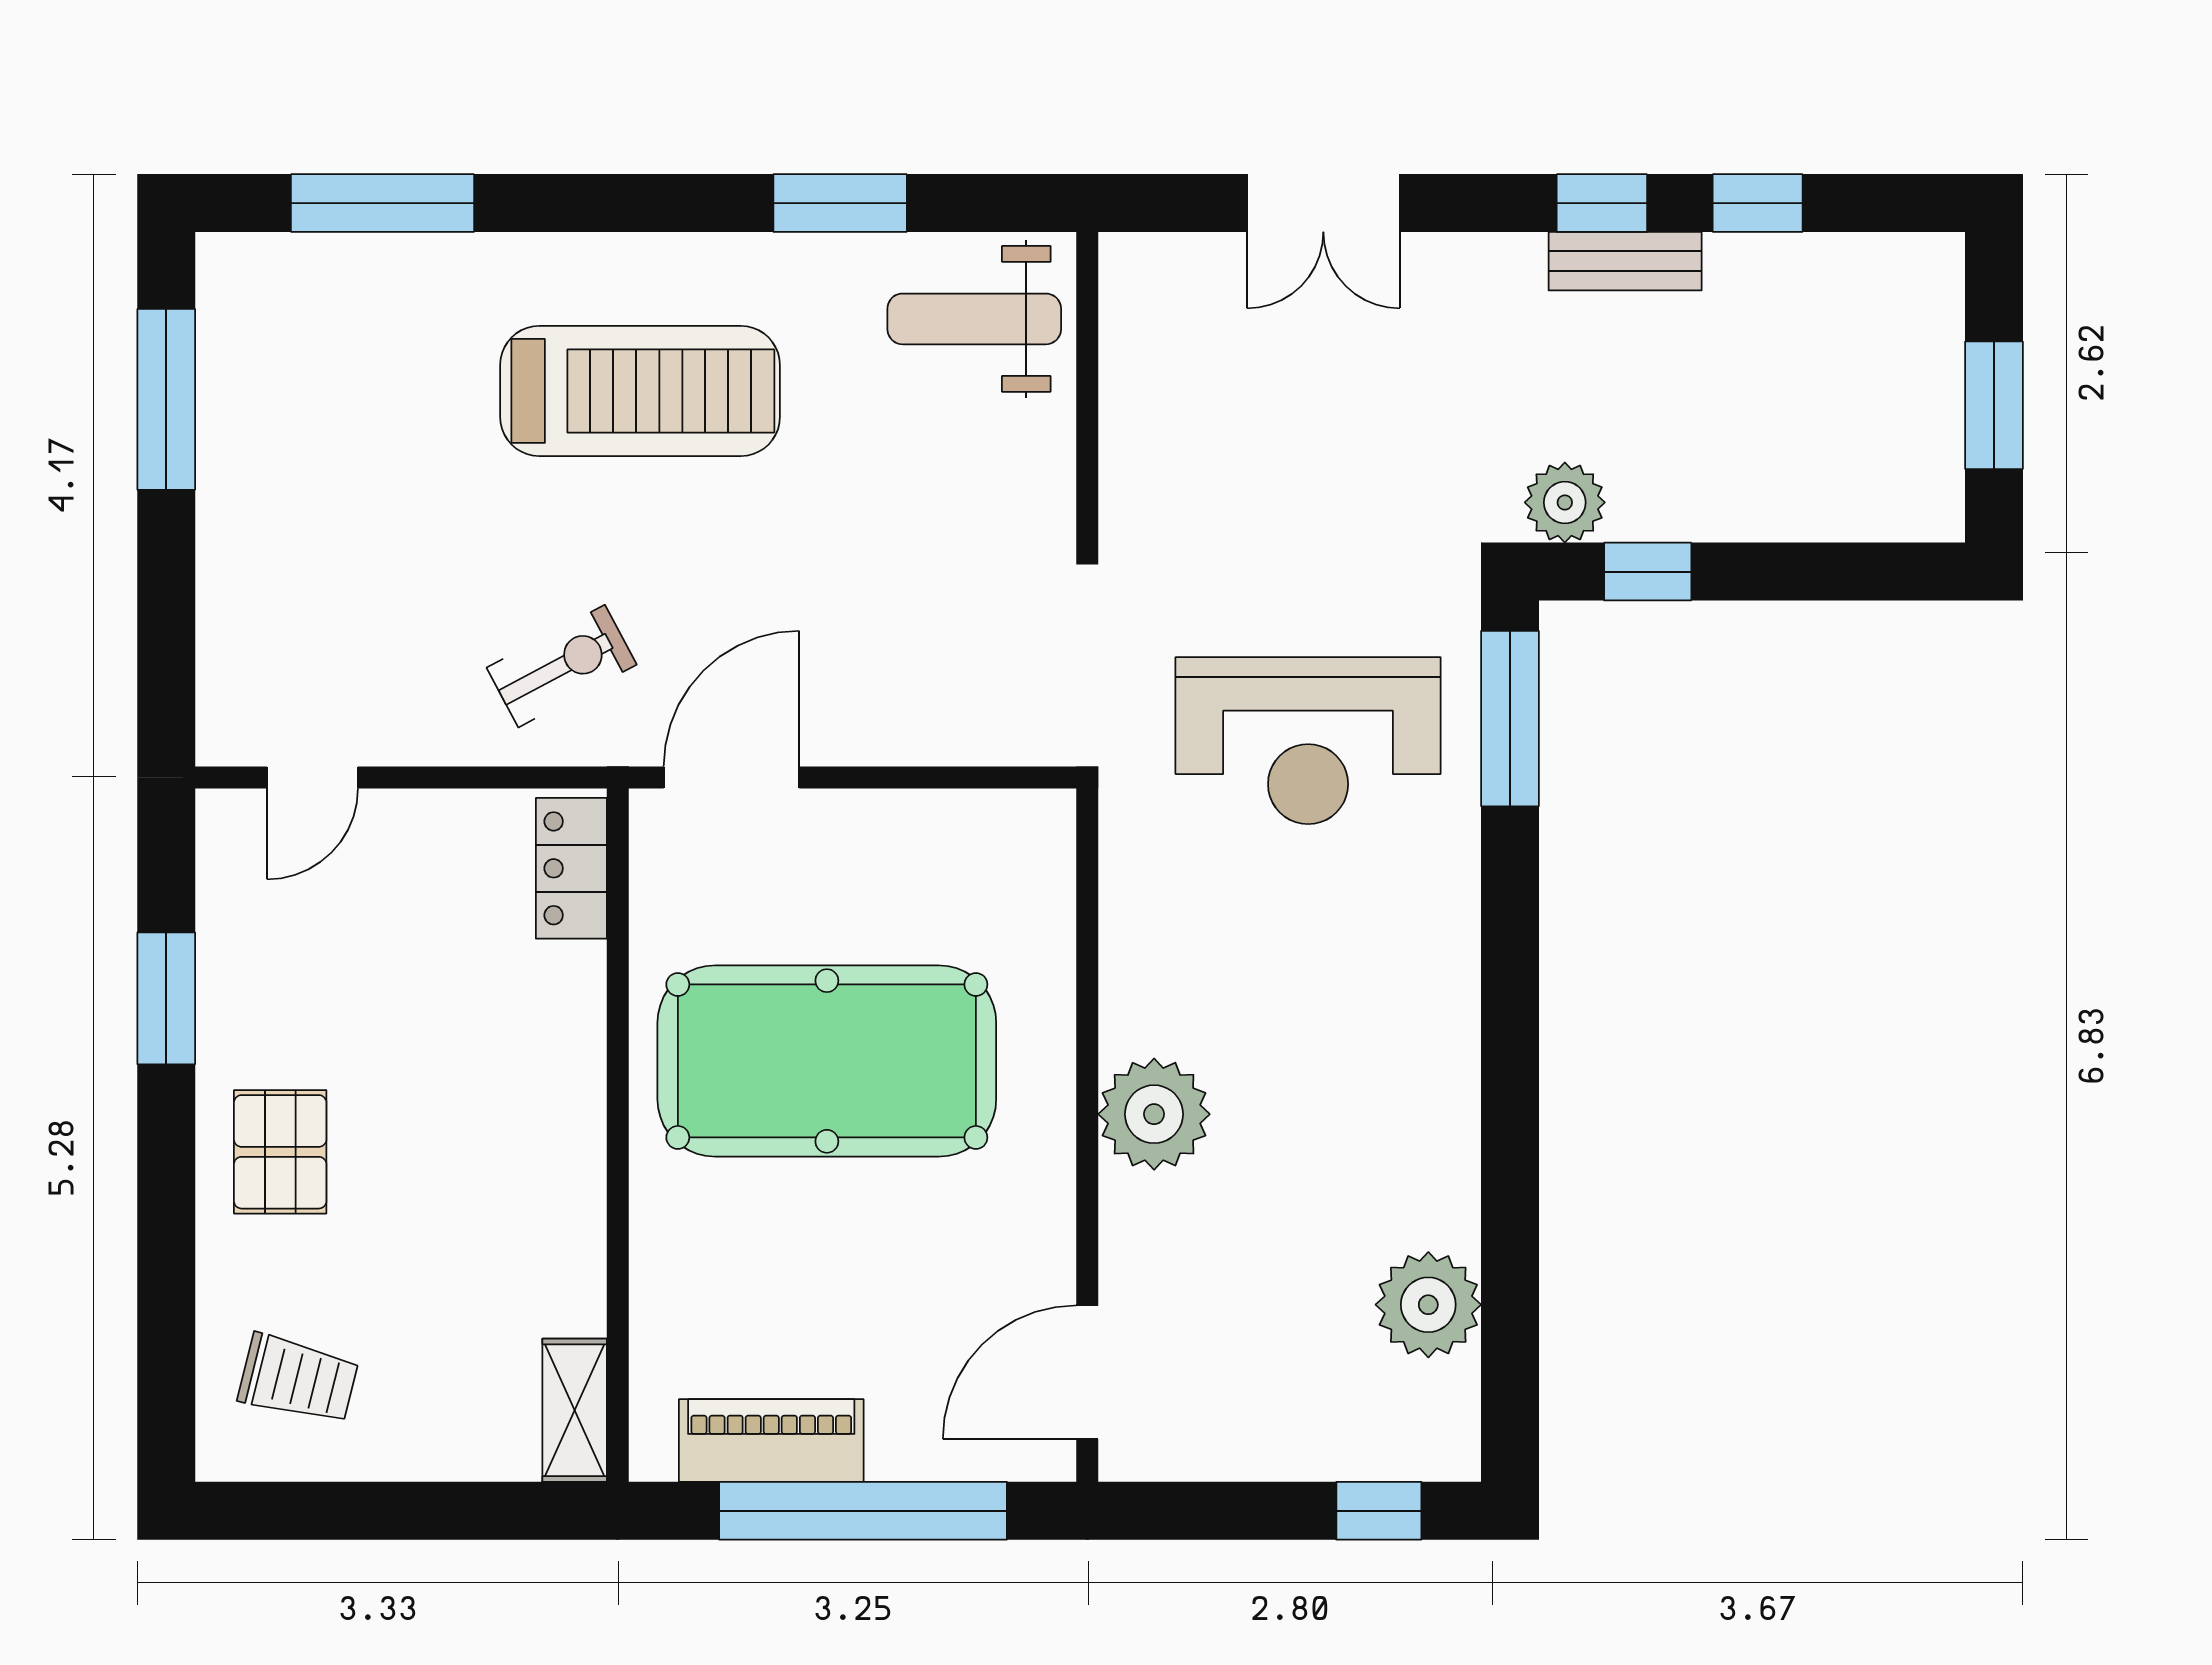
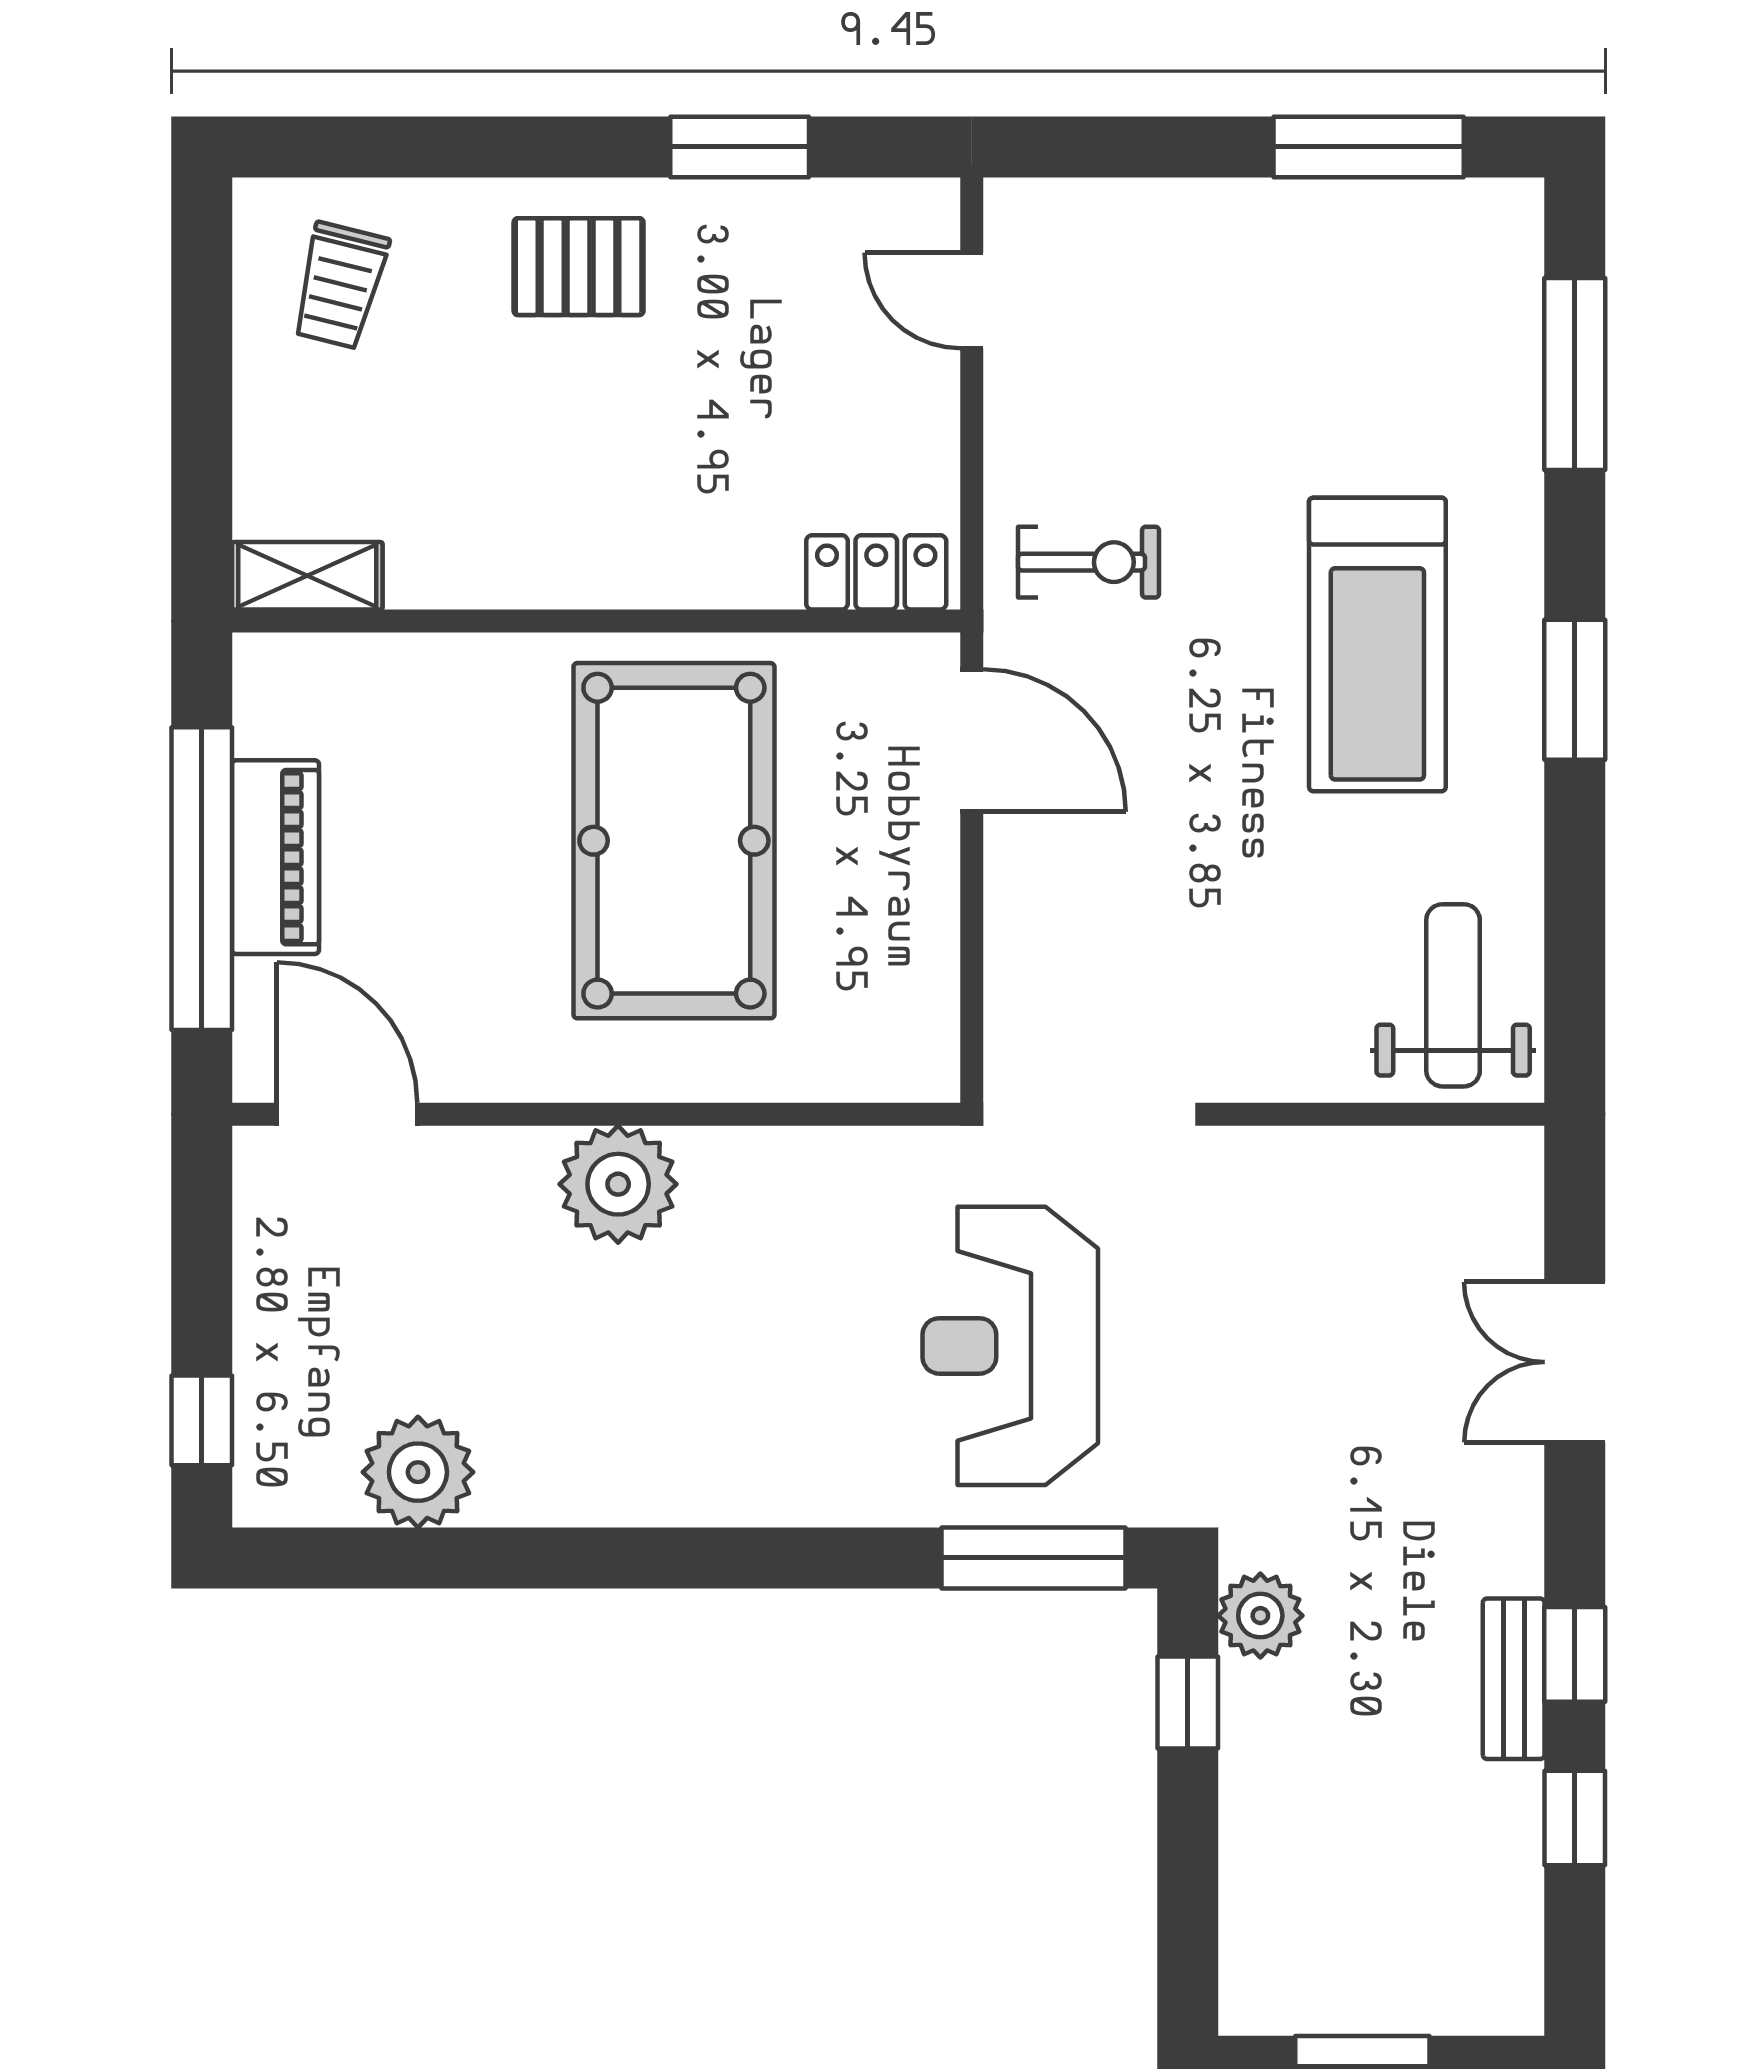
window: (840, 203) -> (1575, 690), moved
exercise bike: (562, 666) -> (1089, 562), turned -62
piano: (771, 1440) -> (275, 857), moved

